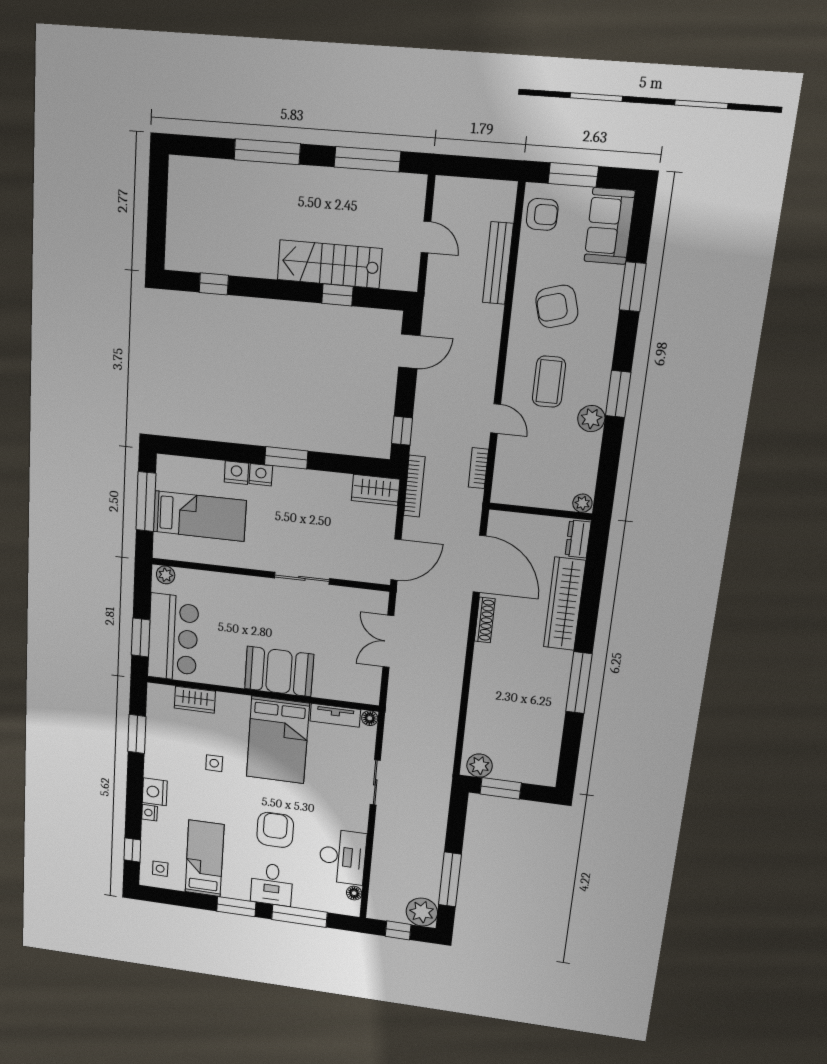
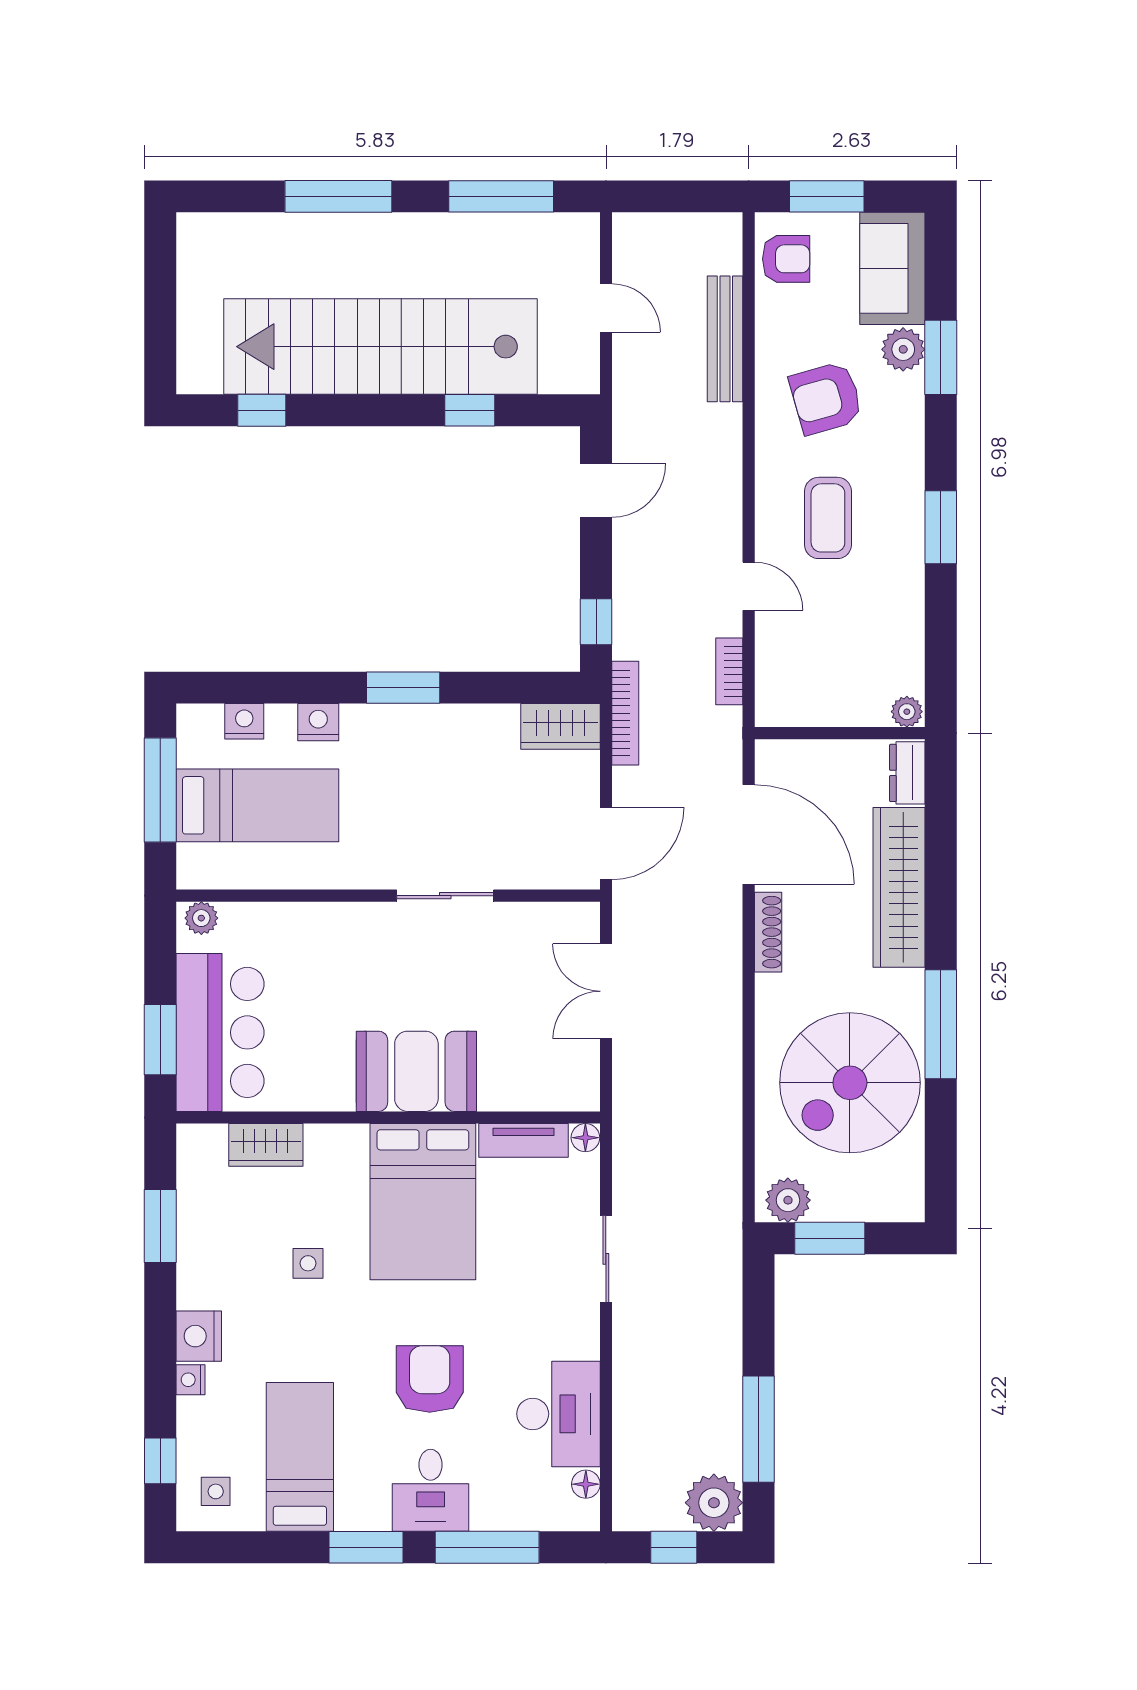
stairs: (329, 264) -> (380, 347), width x1.86, depth x1.51
plant: (591, 419) -> (903, 349), moved
nightstand: (261, 475) -> (244, 721), moved
spiral stairs: (522, 708) -> (850, 1083), added

